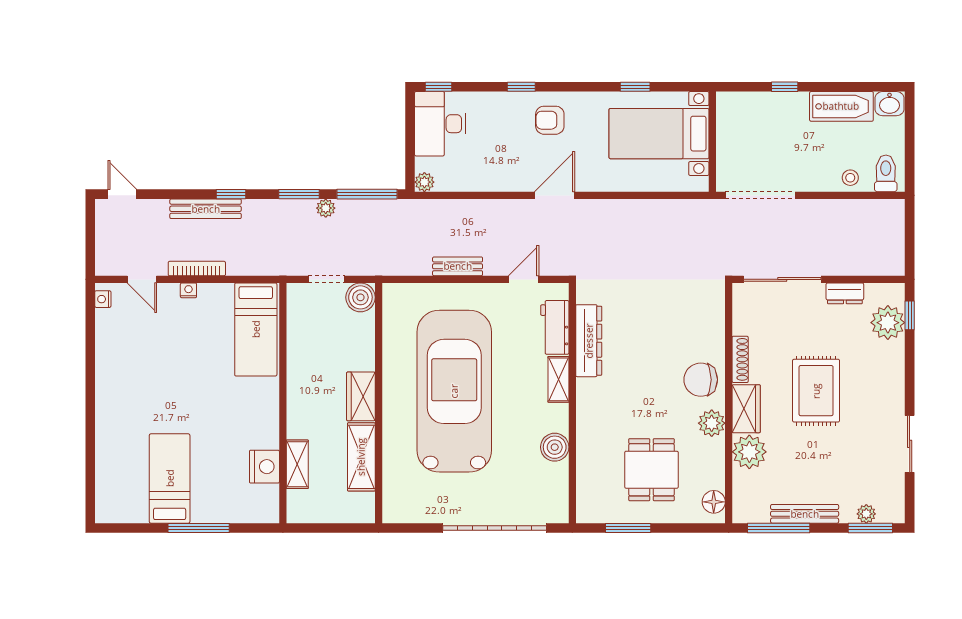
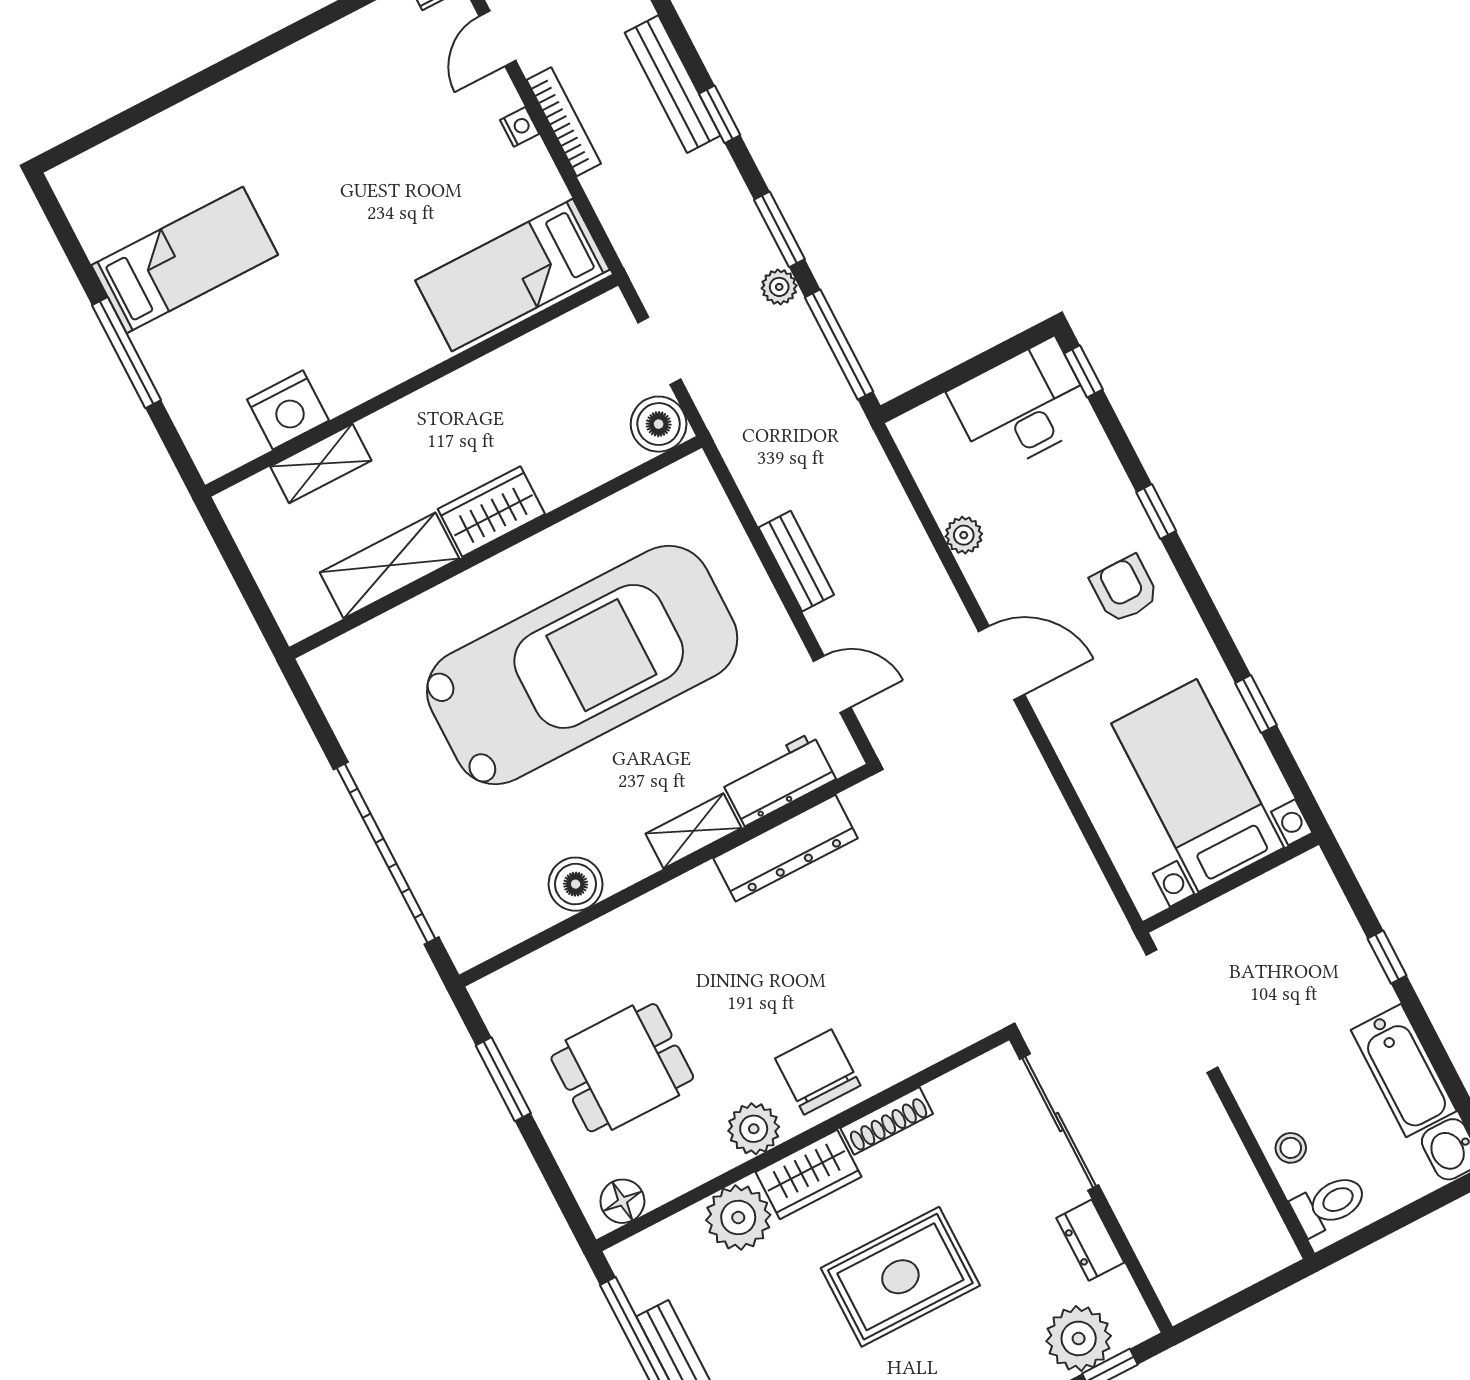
plant: (424, 182) -> (964, 535), moved

